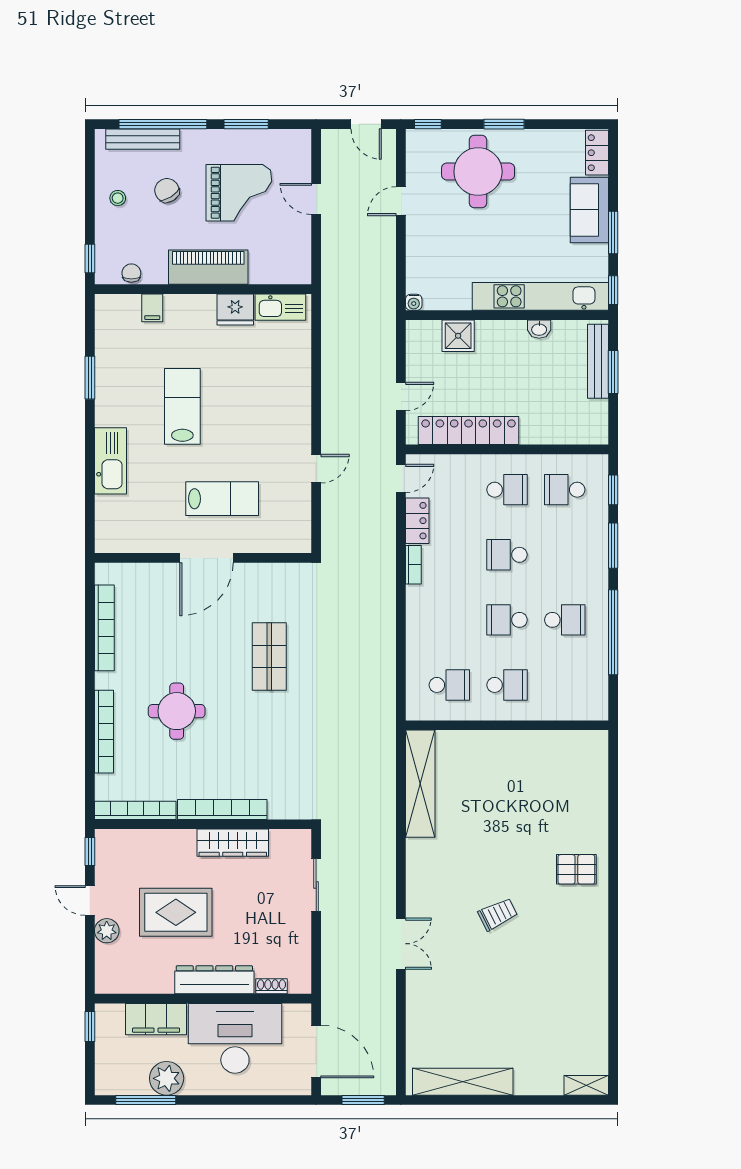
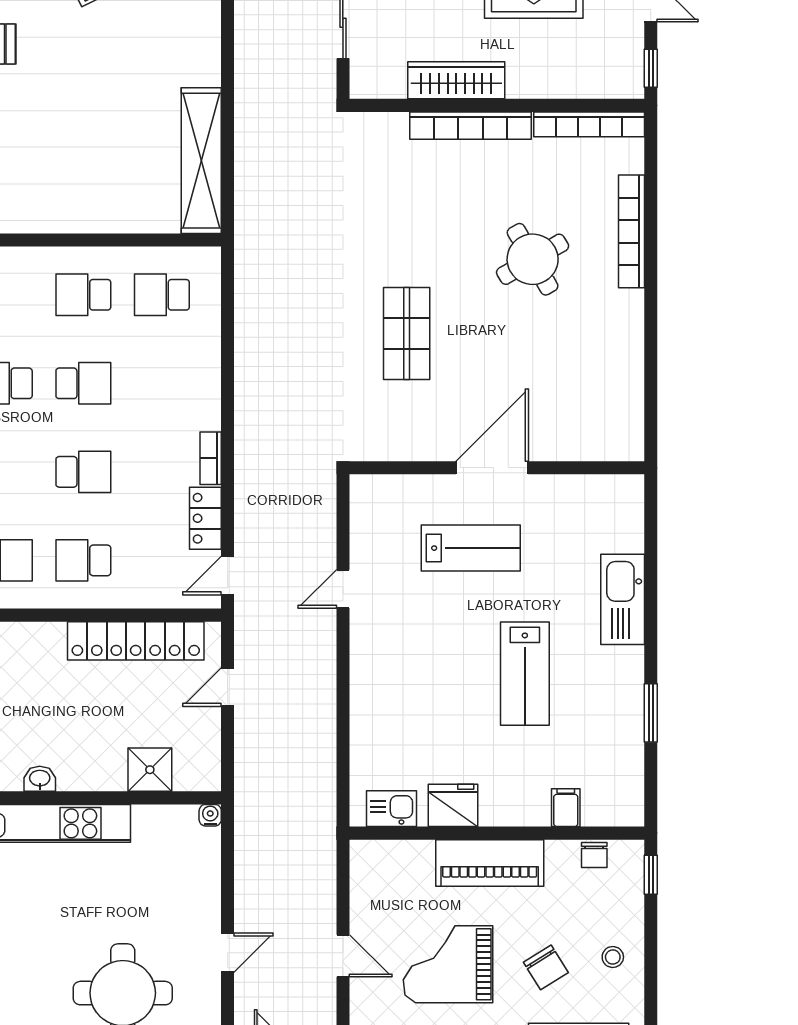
kitchen sink: (280, 307) -> (391, 809), width x0.73
lab bench: (222, 499) -> (471, 548), turned 180
bookcase: (104, 628) -> (631, 373), removed
round table: (177, 711) -> (533, 259), turned -30

